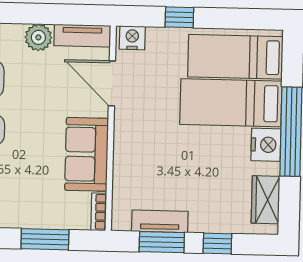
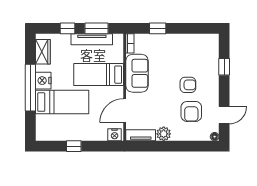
window: (179, 17) -> (74, 146), moved
bed: (235, 57) -> (99, 75), moved, turned 180
door: (112, 83) -> (125, 111), swing flipped
tv unit: (160, 221) -> (92, 39), width x1.41
window: (45, 239) -> (158, 28), width x0.67

